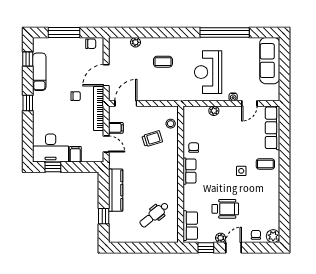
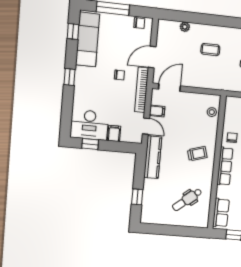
exam couch: (39, 72) -> (88, 39), width x1.36, depth x1.45
trolley: (152, 139) -> (197, 154), moved
row of seats: (189, 171) -> (225, 166), width x1.48
kitchen counter: (116, 190) -> (153, 157), moved

